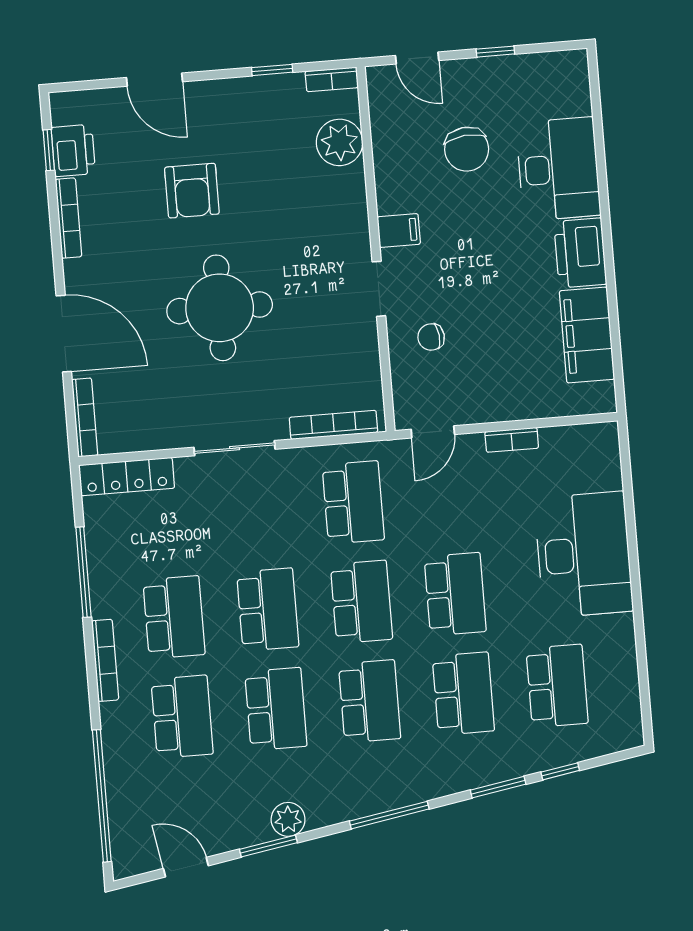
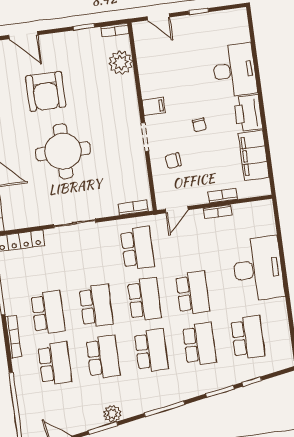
chair: (467, 149) -> (199, 125), moved, width x0.54, depth x0.54
armchair: (192, 191) -> (46, 91), width x1.36, depth x1.36
bookcase: (523, 410) -> (223, 196), added
bookcase: (333, 425) -> (133, 208), width x0.64

